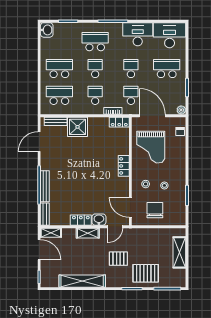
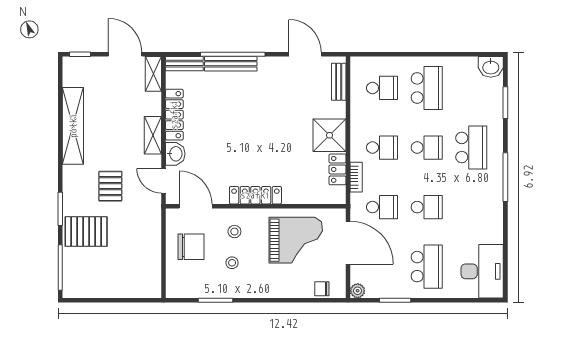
desk: (138, 34) -> (484, 218), removed
school desk: (59, 95) -> (382, 88), width x0.54
door: (152, 116) -> (348, 243), hinge flipped
locker: (119, 122) -> (338, 169), moved
shower: (78, 127) -> (330, 135), moved
grand piano: (151, 147) -> (296, 240), turned 180
locker: (124, 166) -> (255, 195), width x1.53
door: (130, 207) -> (196, 206), hinge flipped
locker: (81, 220) -> (174, 115), width x1.53
door: (39, 250) -> (125, 54), swing flipped
shelving: (179, 252) -> (121, 288), removed
pallet: (146, 273) -> (86, 232), turned 90

